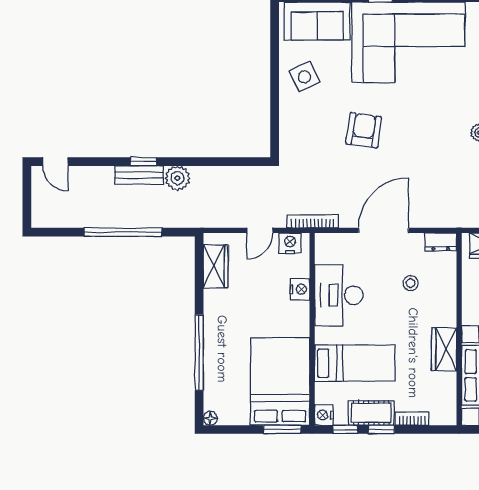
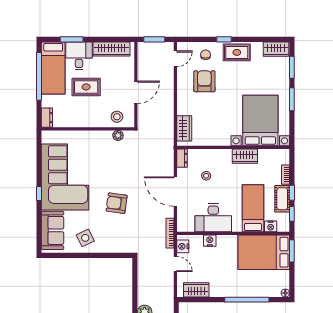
nightstand: (324, 415) -> (271, 226), moved

